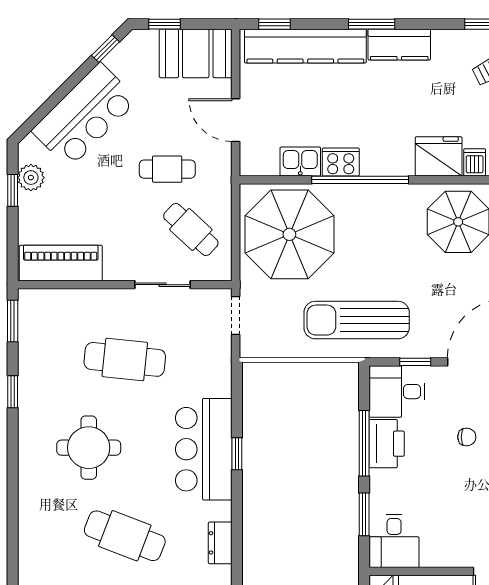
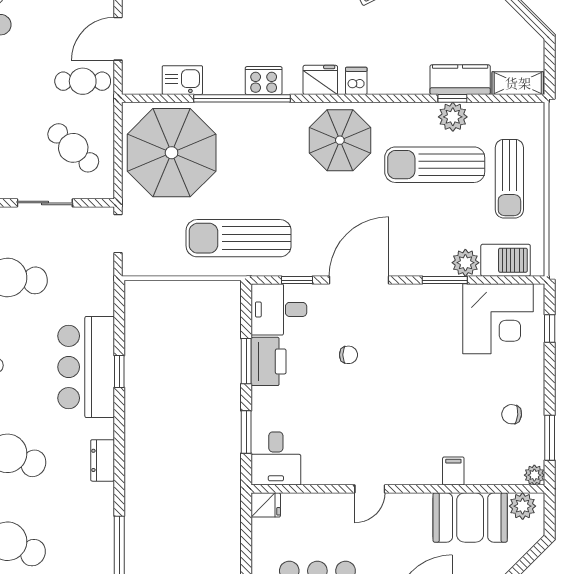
door: (236, 120) -> (118, 39), hinge flipped
fridge: (439, 156) -> (320, 80), width x0.73, depth x0.75
cooker: (341, 162) -> (264, 81), moved
cafe table: (167, 169) -> (83, 81), moved
window: (364, 443) -> (246, 361), width x0.69

